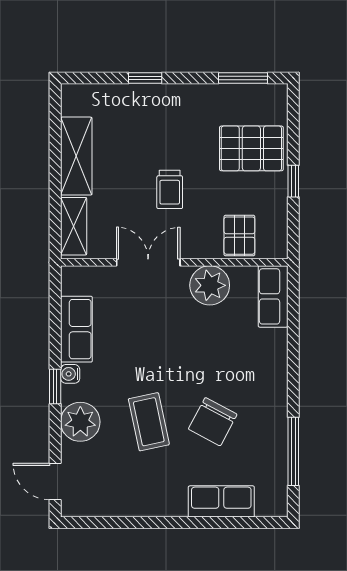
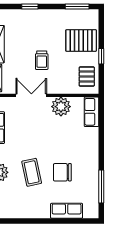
pallet: (239, 236) -> (87, 77), moved
chair: (213, 422) -> (62, 172), turned 62

